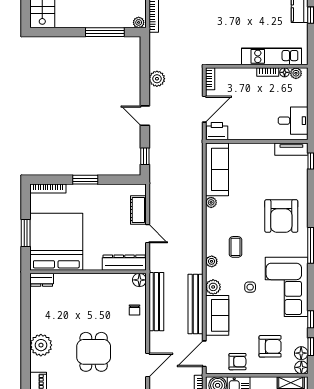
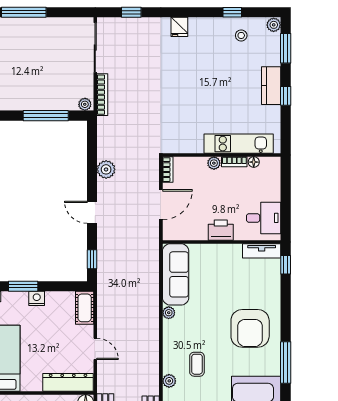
plant: (296, 73) -> (214, 163), moved
printer: (217, 131) -> (221, 230), moved
nightstand: (97, 190) -> (37, 298), added
cot: (138, 210) -> (85, 308), moved

